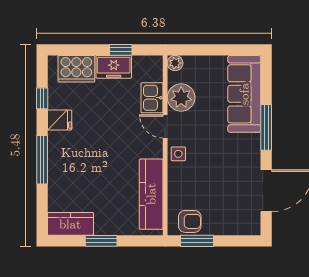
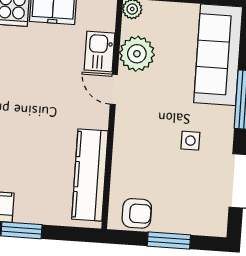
side table: (178, 154) -> (190, 141), moved
window: (197, 241) -> (169, 241), moved

